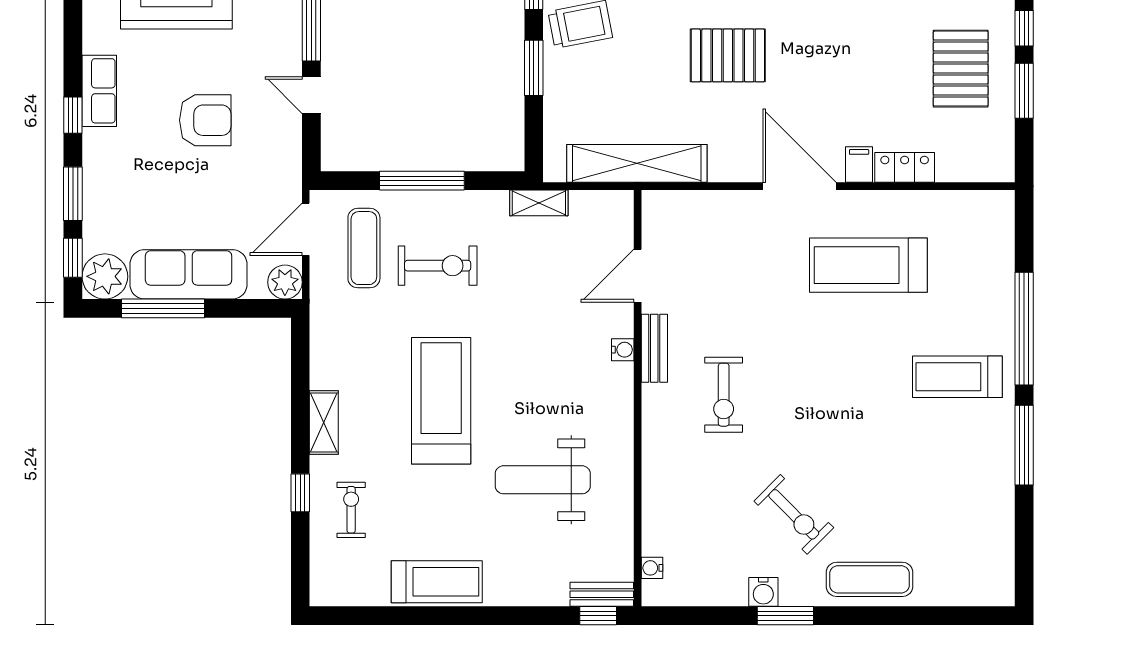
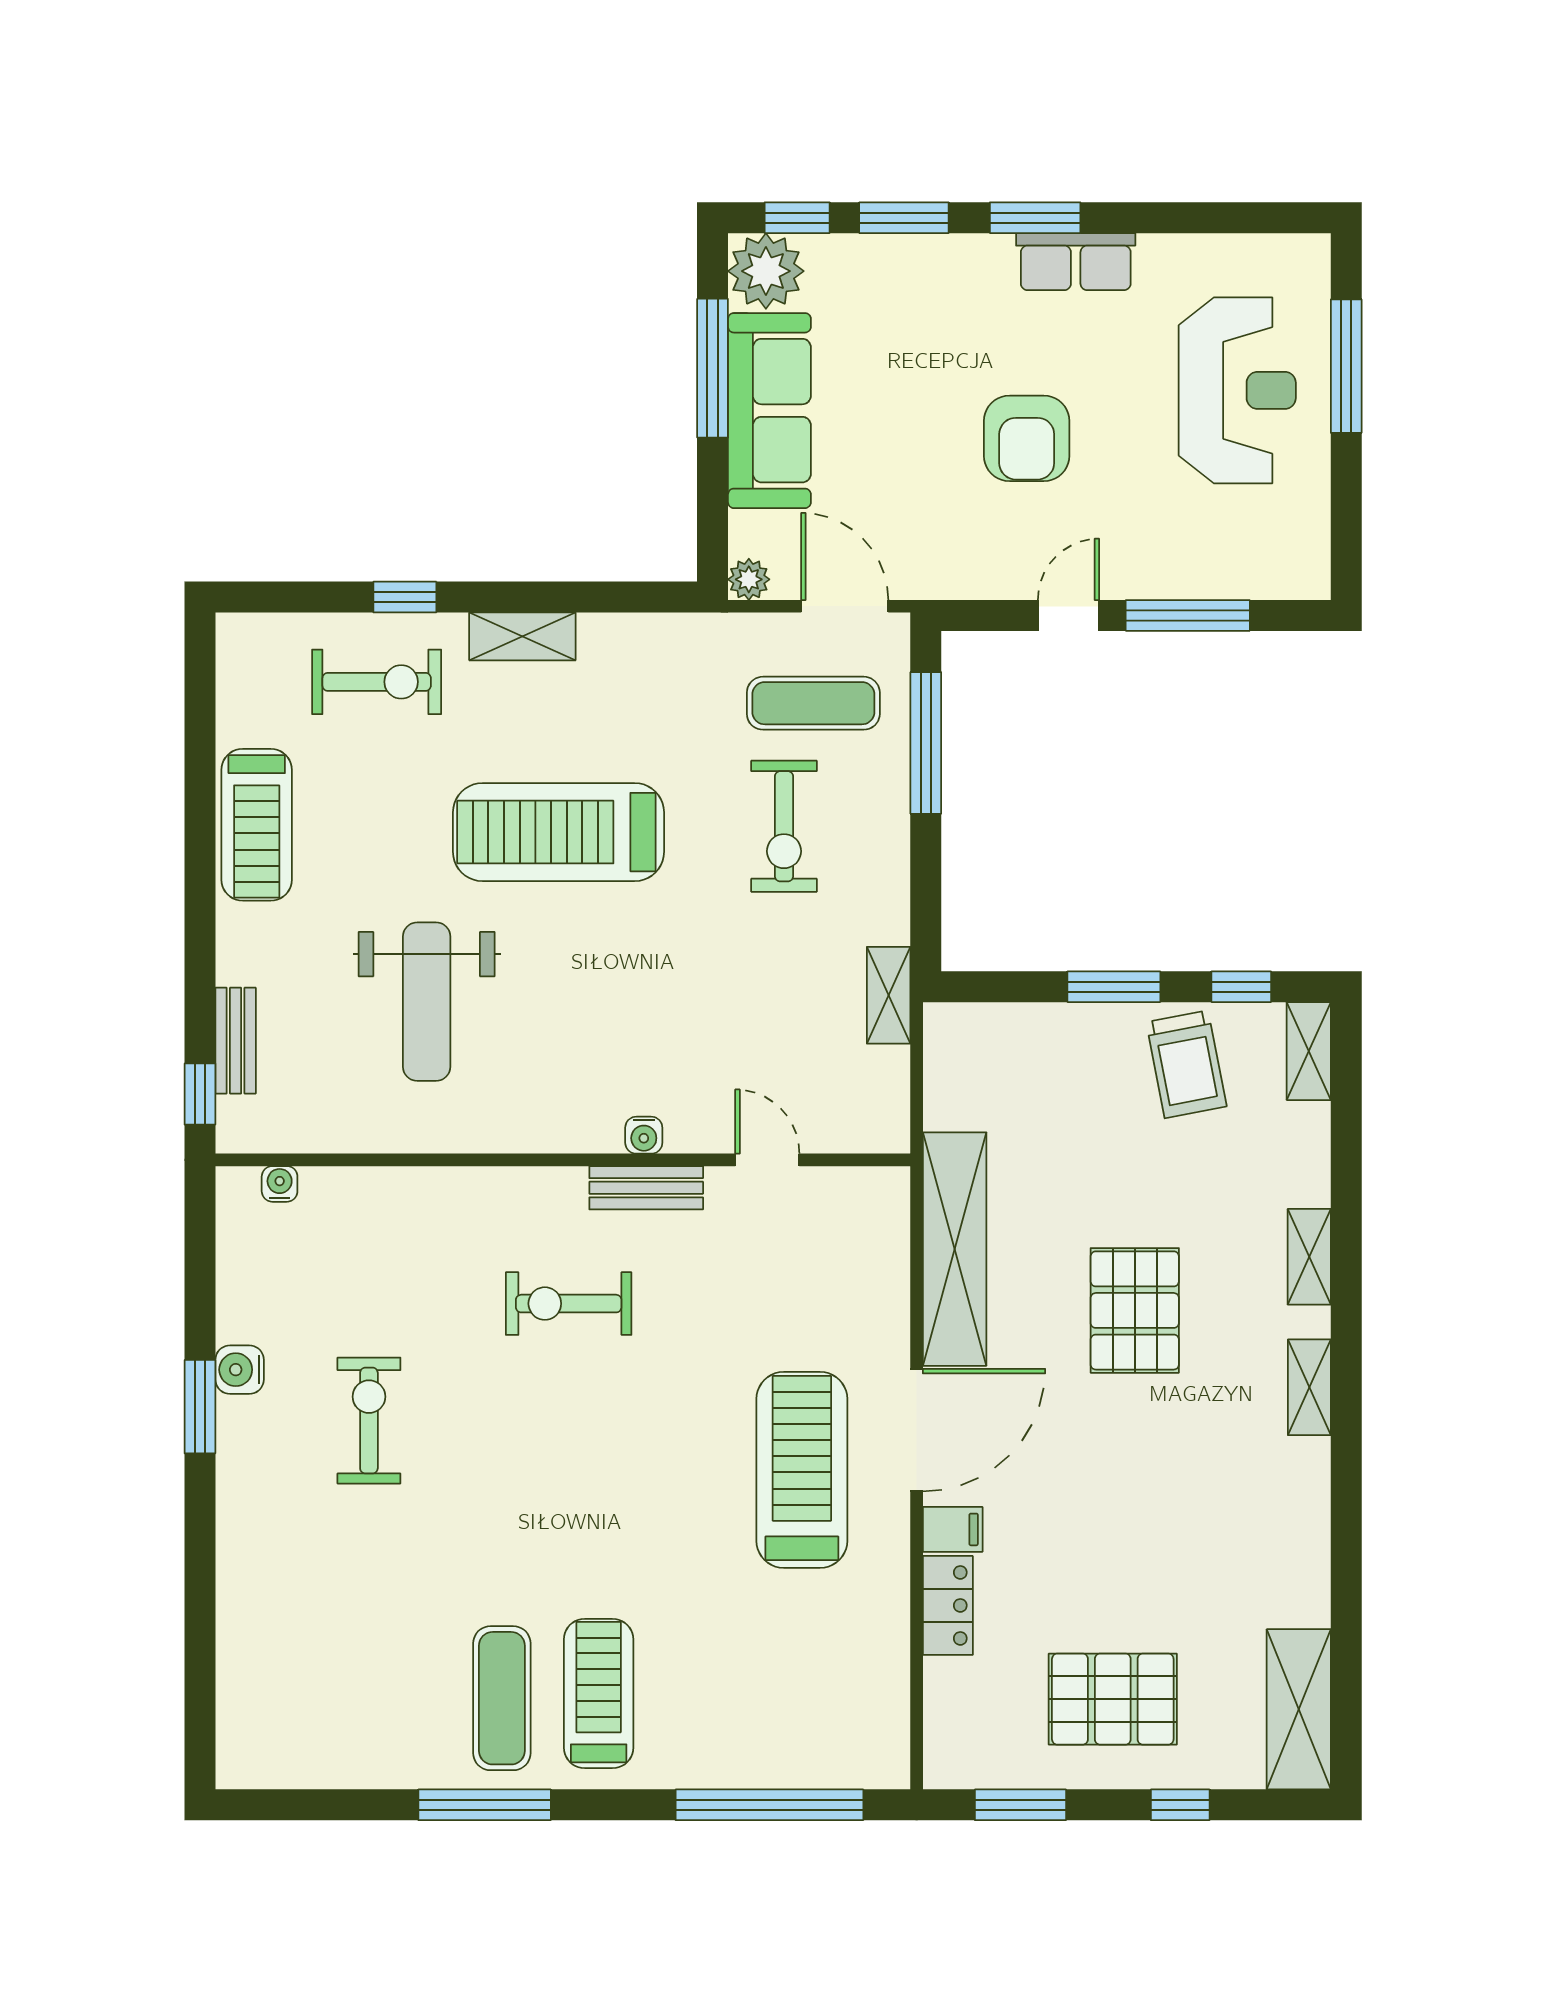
window: (1024, 91) -> (1020, 1805), moved
window: (73, 115) -> (1035, 218), width x1.50
shelving: (637, 163) -> (955, 1249), moved
window: (422, 181) -> (926, 743), moved
treadmill: (868, 265) -> (802, 1470), moved
door: (638, 276) -> (767, 1160), width x0.73
plant: (285, 282) -> (749, 579), width x0.73, depth x0.73
window: (1024, 329) -> (769, 1805), moved
treadmill: (441, 401) -> (559, 832), turned 180
weight bench: (543, 480) -> (427, 1002), turned 180
exercise bike: (351, 510) -> (377, 682), width x1.38, depth x1.39
exercise bike: (794, 514) -> (369, 1421), turned 135
exercise mat: (870, 579) -> (502, 1698), moved
bench: (602, 594) -> (236, 1041), moved

